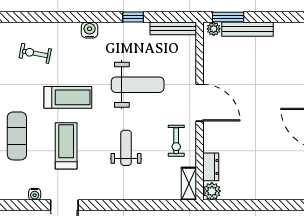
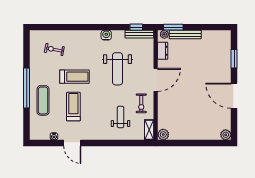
window: (133, 17) -> (136, 27), moved
water cooler: (90, 30) -> (106, 35), moved
weight bench: (138, 85) -> (117, 69), turned 90
door: (200, 103) -> (156, 80), hinge flipped
weight bench: (126, 148) -> (121, 117), moved
dresser: (211, 167) -> (163, 51), moved

